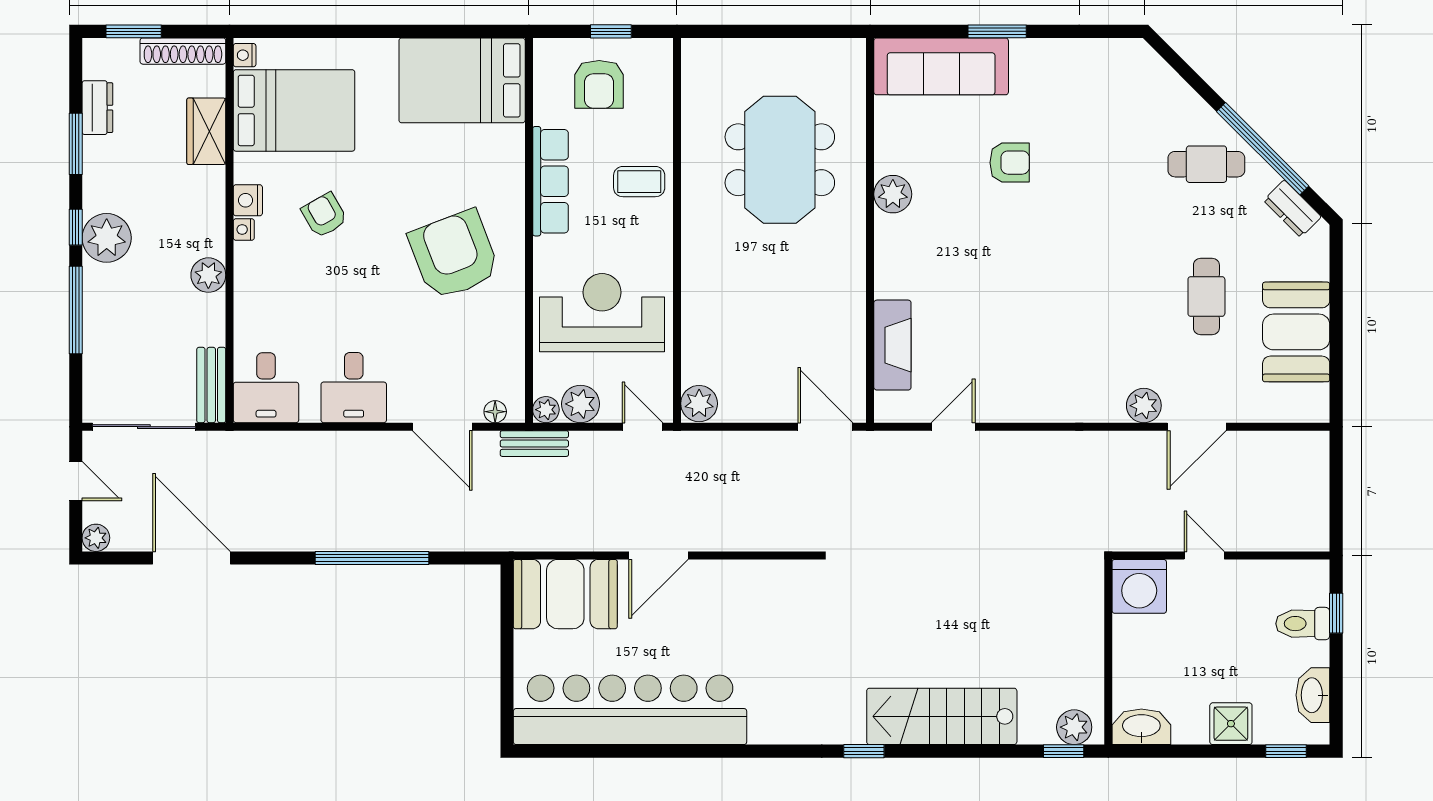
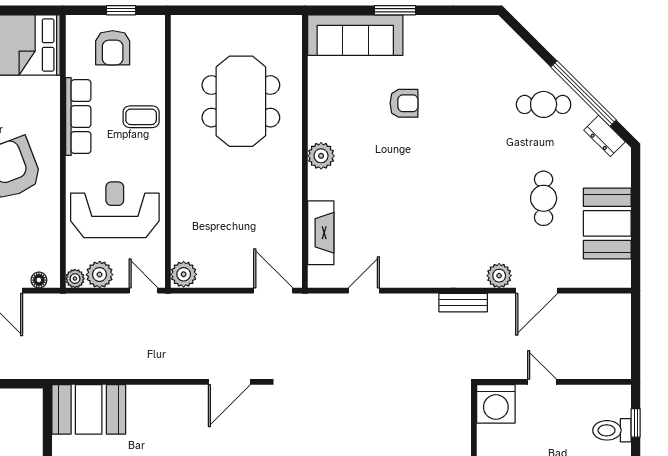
plant: (893, 194) -> (321, 156), moved
bench: (534, 444) -> (463, 303), moved
door: (658, 555) -> (229, 382), moved

